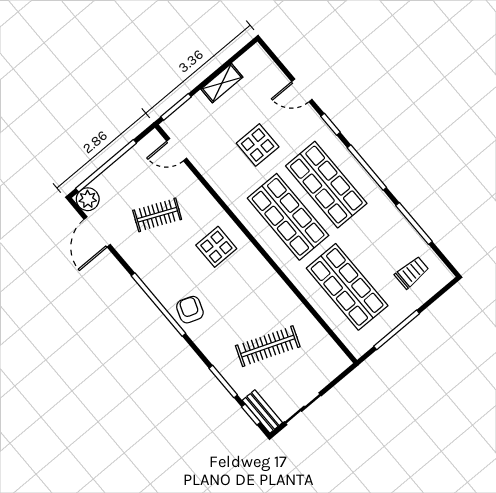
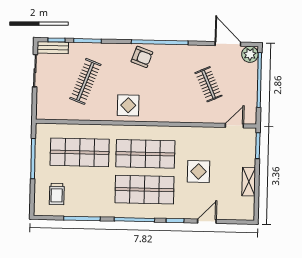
clothes rail: (157, 215) -> (209, 84), turned -48
display table: (216, 247) -> (128, 105), moved

